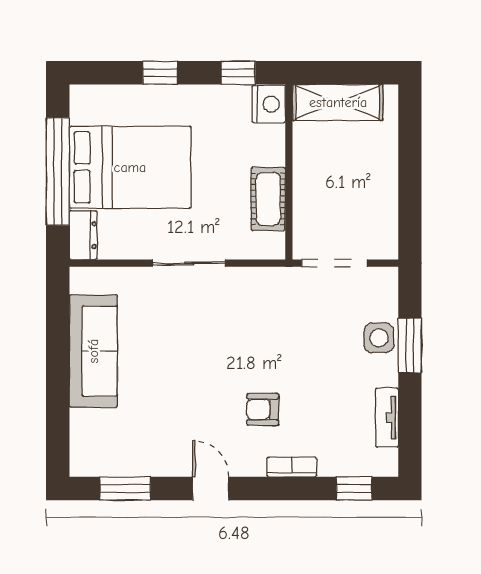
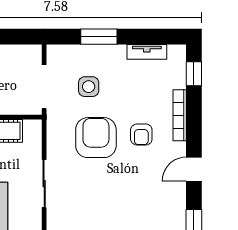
side table: (379, 338) -> (89, 87), moved
armchair: (258, 341) -> (96, 138), added
bookcase: (292, 467) -> (180, 115), width x1.56

